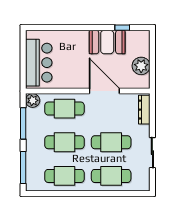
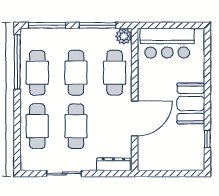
booth: (107, 42) -> (191, 103), moved
plant: (141, 66) -> (163, 161), removed
window: (55, 193) -> (17, 62), added

